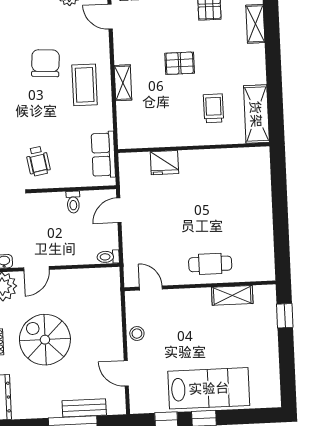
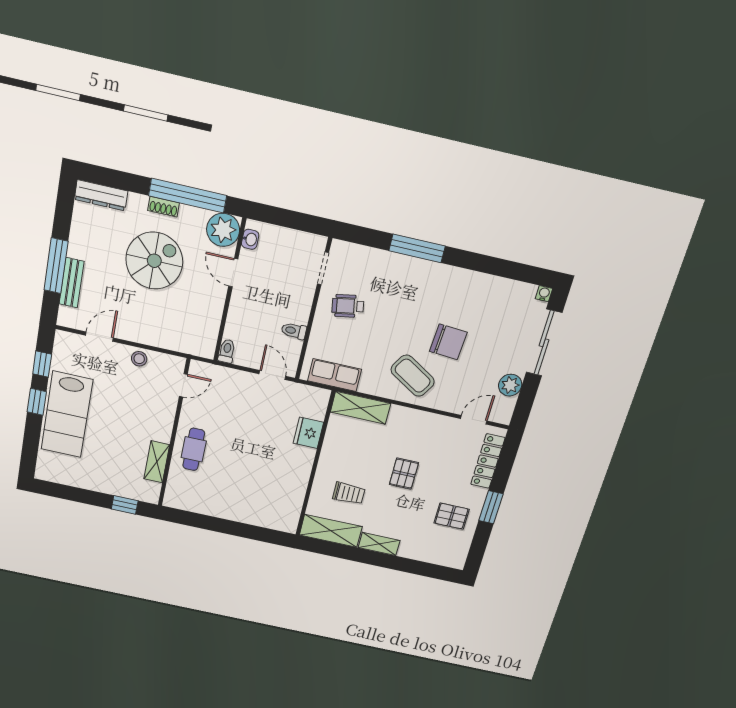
shelving: (255, 24) -> (379, 544), moved
shelving: (123, 83) -> (360, 408), moved, width x1.50, depth x1.33
coffee table: (85, 85) -> (413, 376), turned 31

